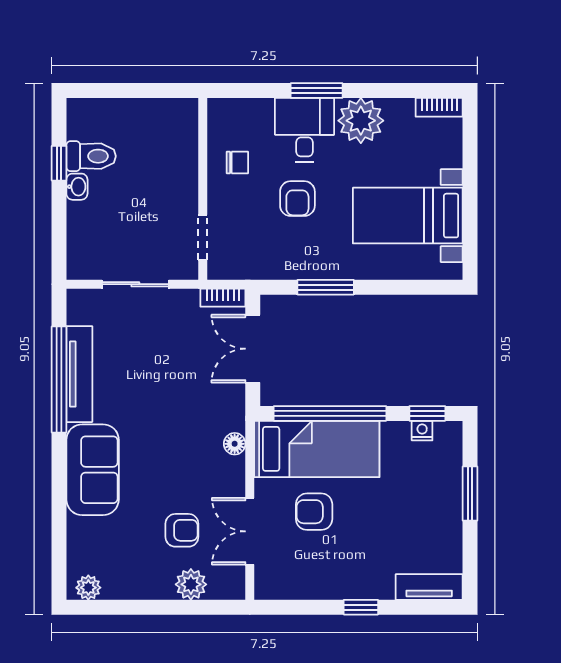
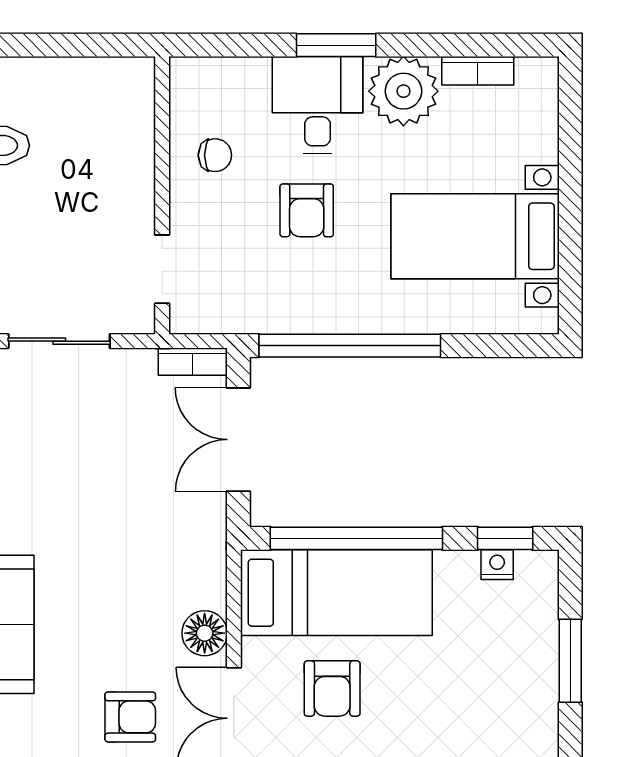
bookcase: (439, 107) -> (478, 71), moved
window: (326, 287) -> (350, 346), width x2.11
floor lamp: (235, 444) -> (205, 633), moved, width x1.37, depth x1.37
armchair: (314, 512) -> (332, 688), turned -90

